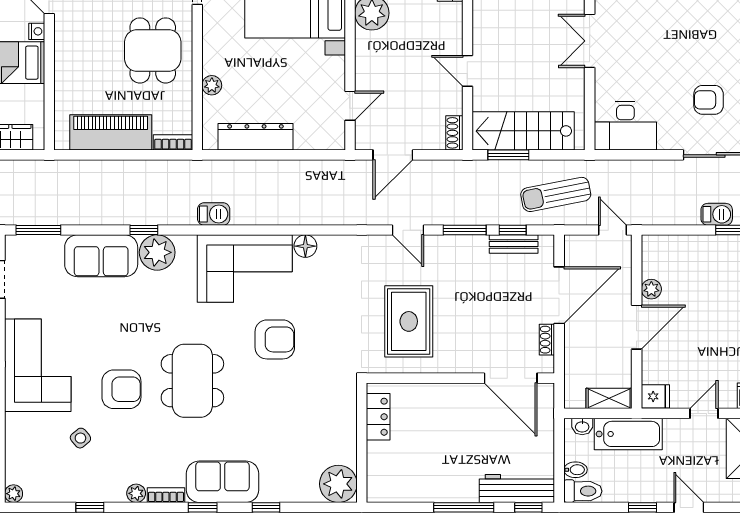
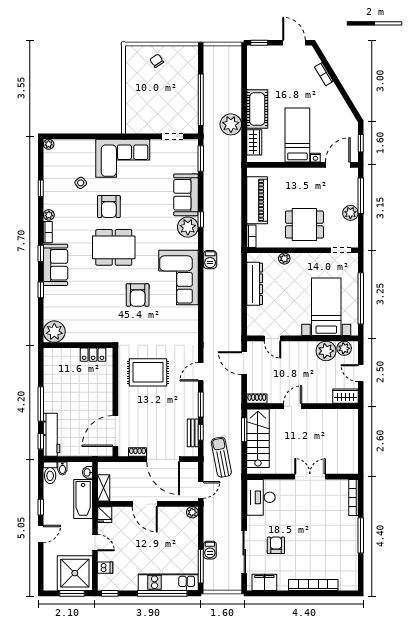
floor lamp: (305, 246) -> (192, 313), removed
plant: (651, 289) -> (192, 512), moved

